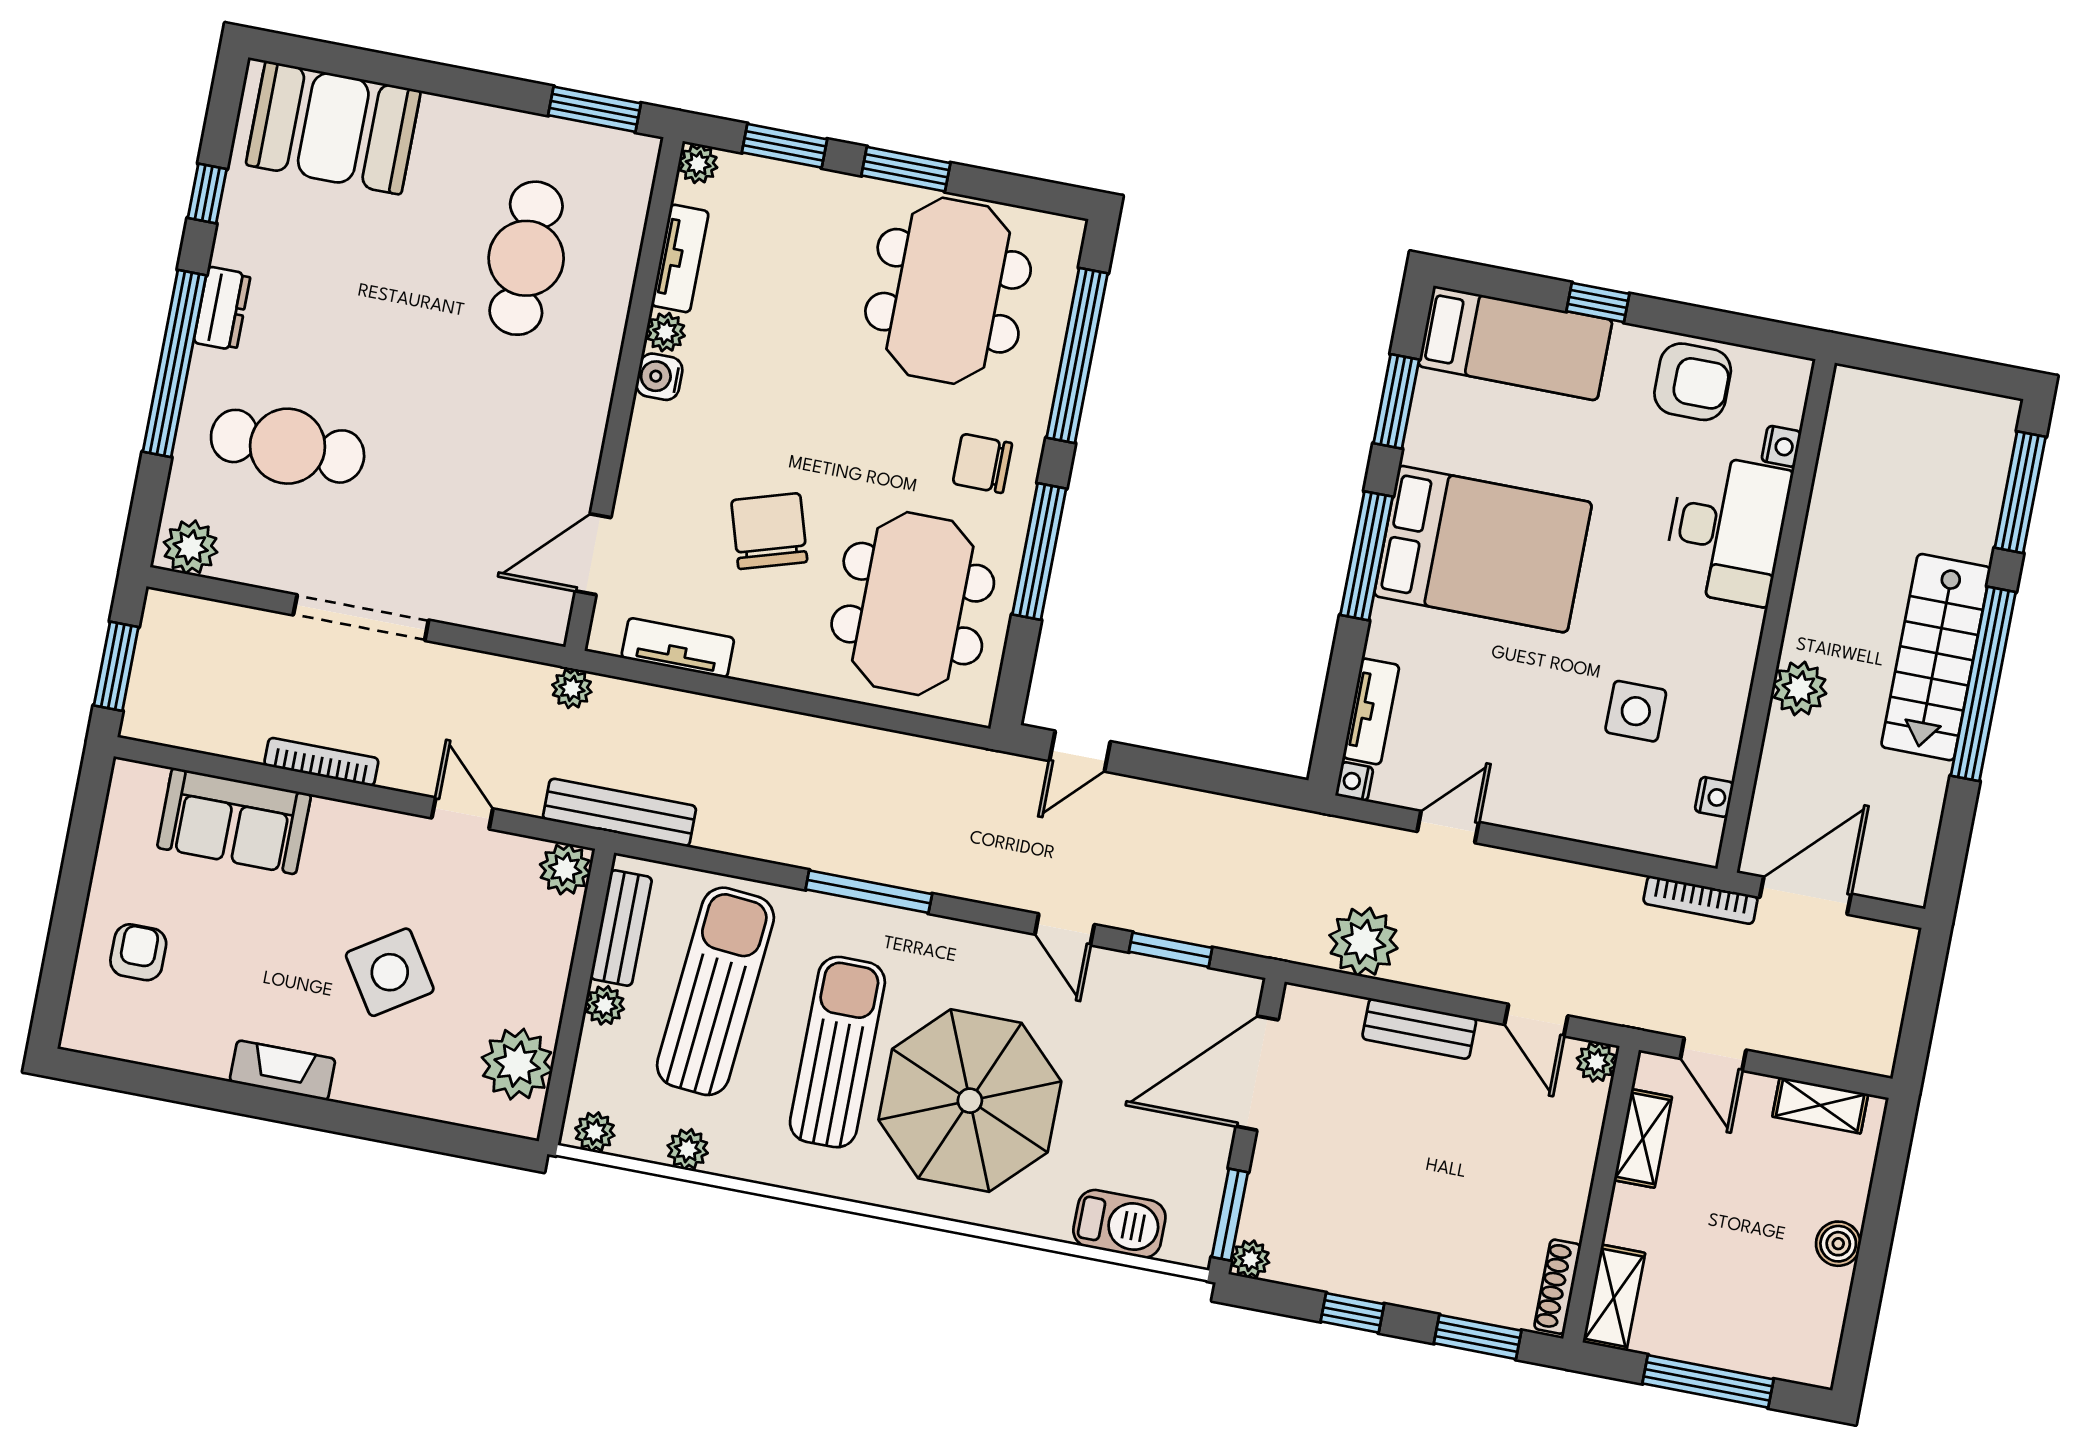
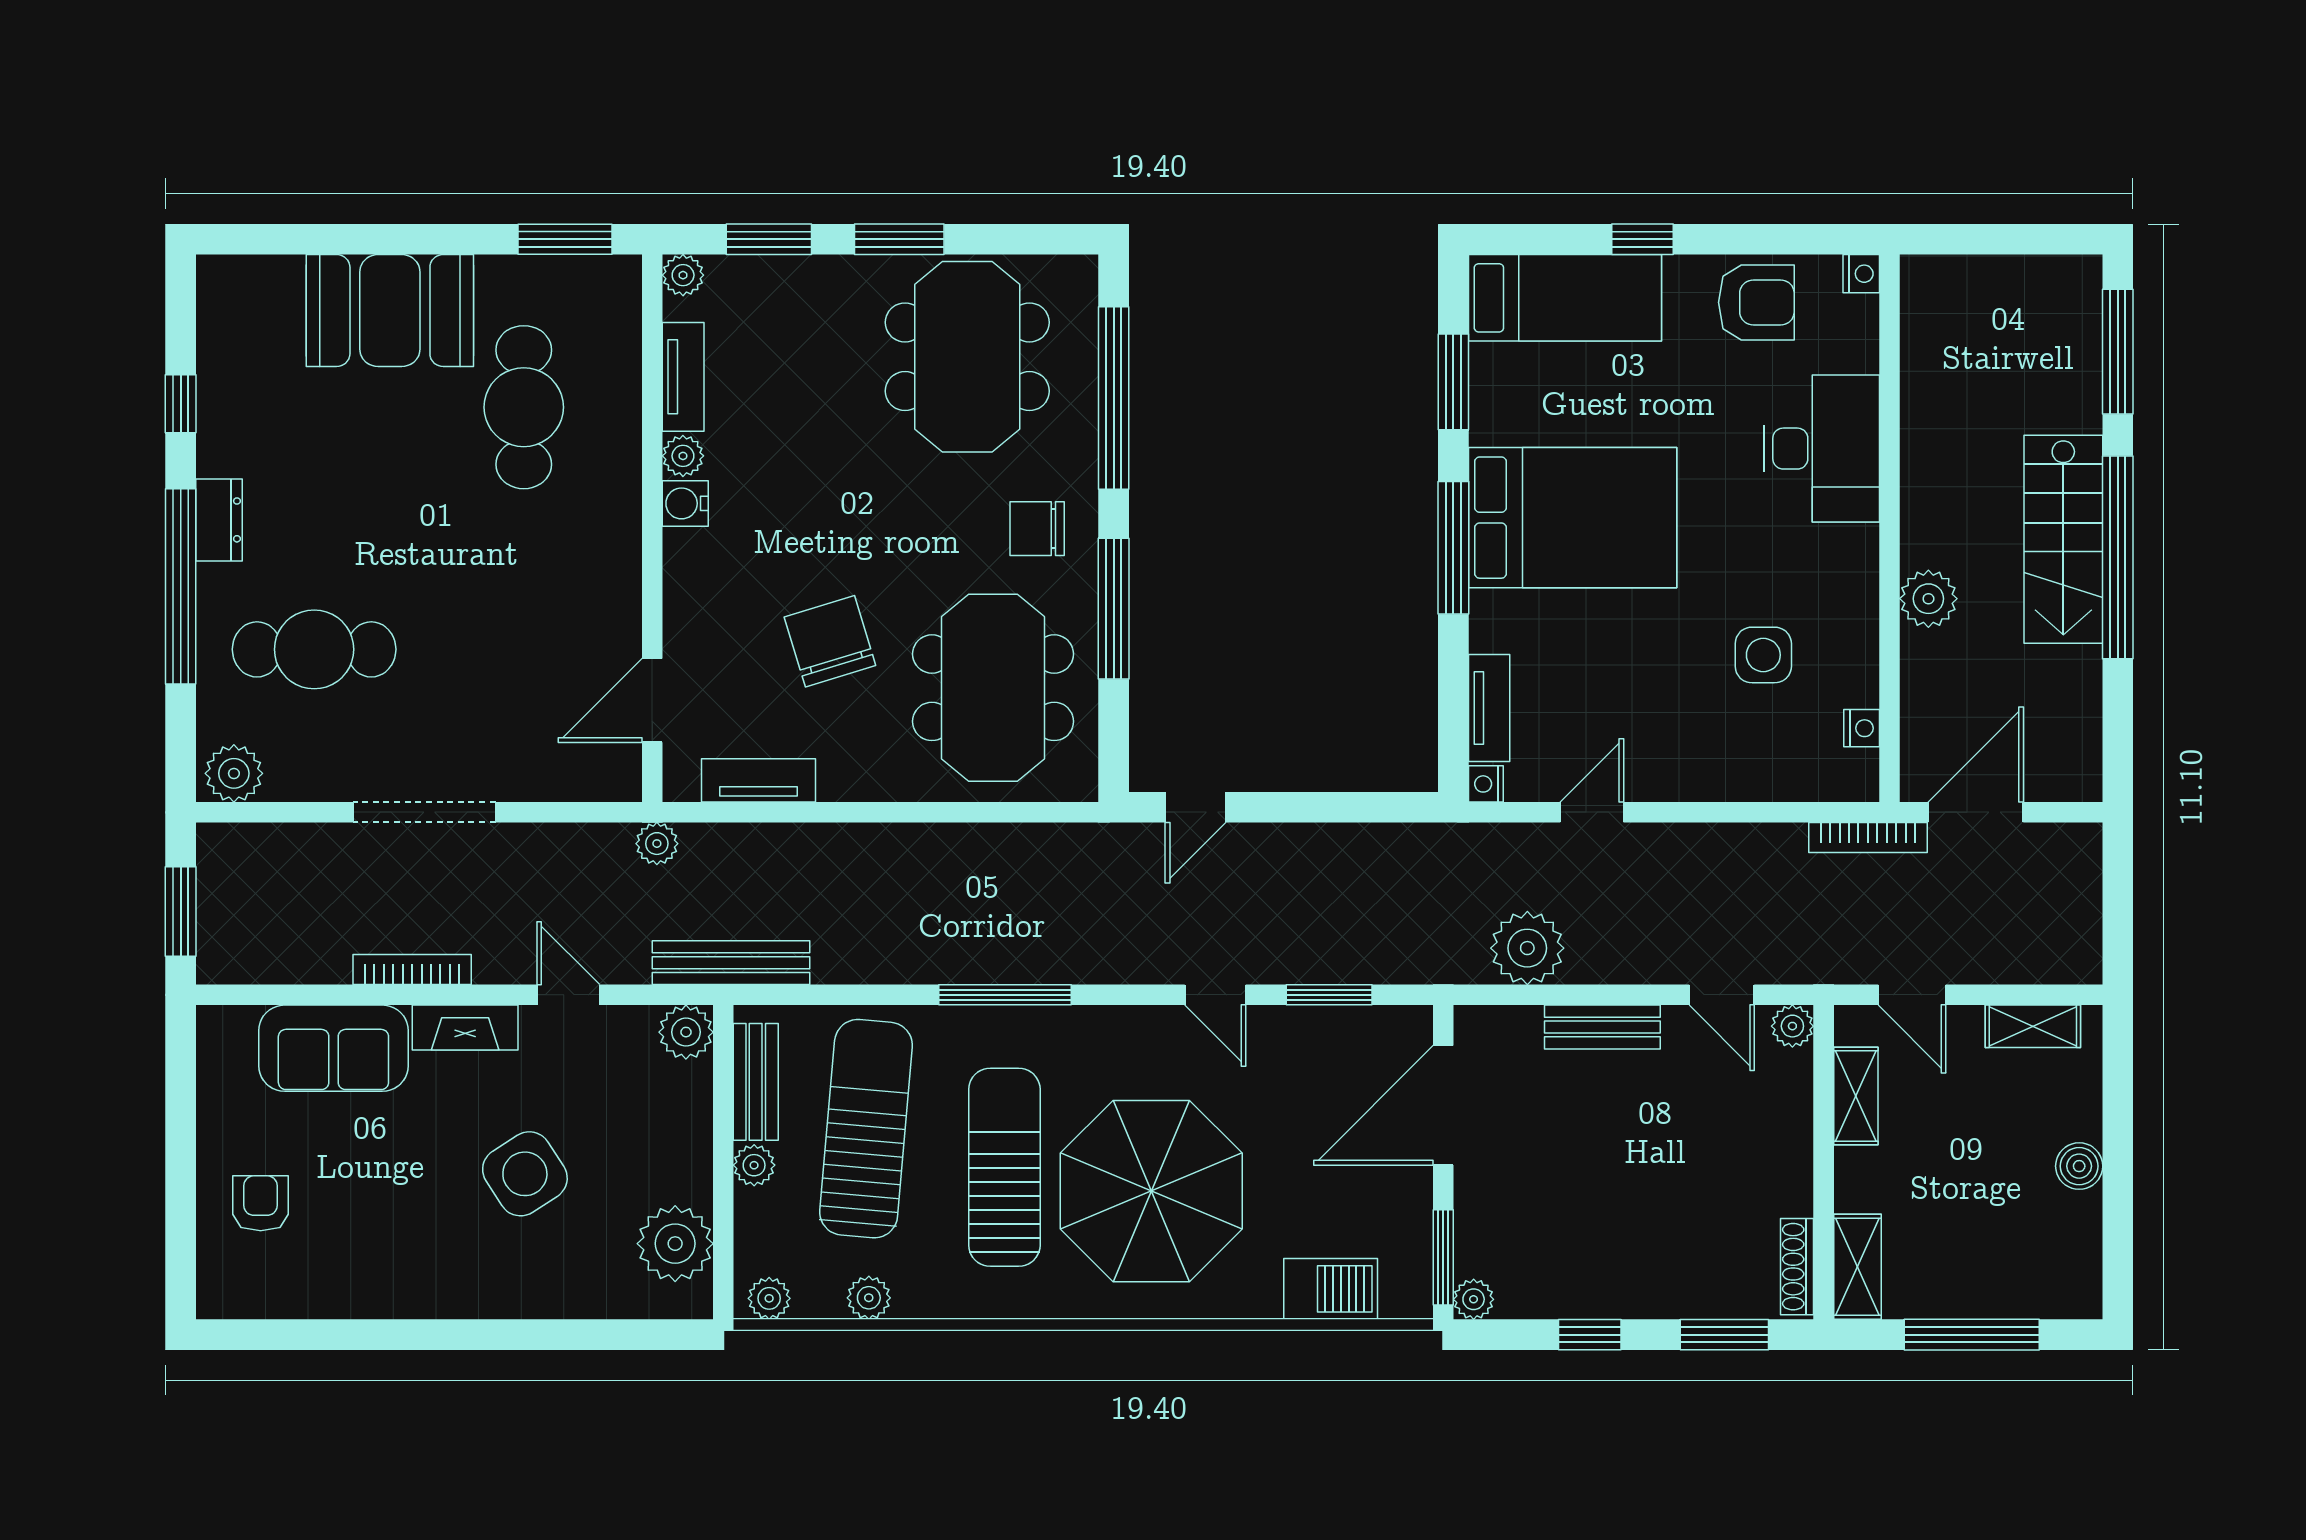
booth: (333, 128) -> (390, 311), moved
nightstand: (1781, 446) -> (1861, 274), moved
fireplace: (282, 1070) -> (465, 1028), moved, turned 180

